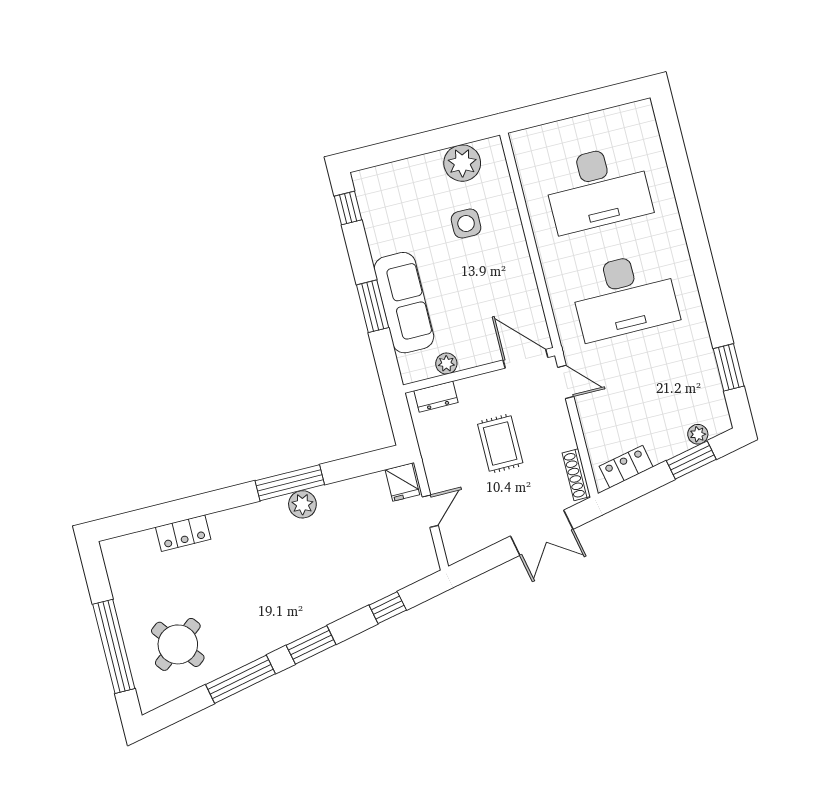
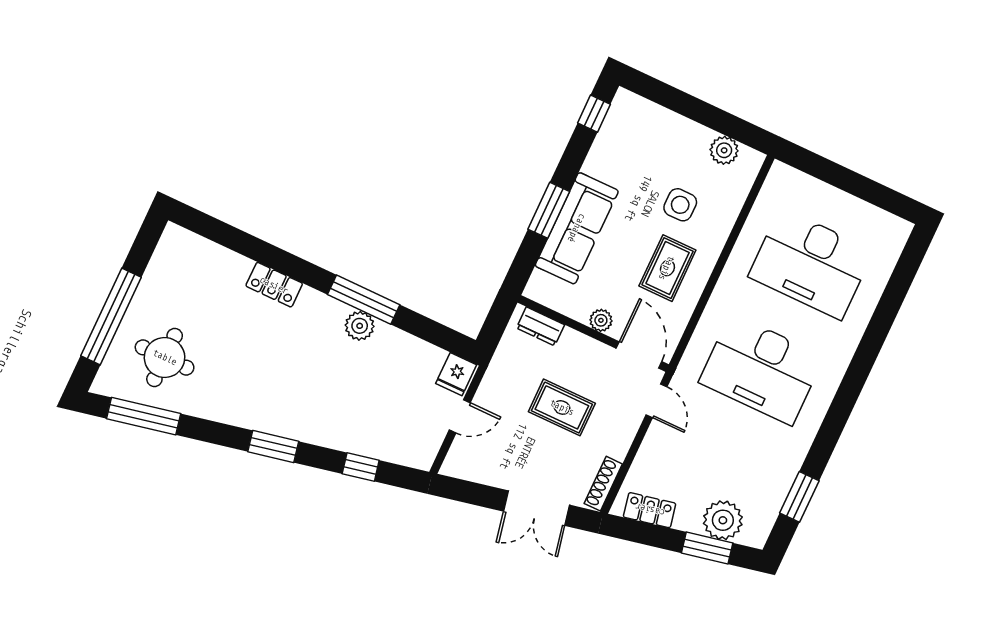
plant: (462, 163) -> (724, 150), width x0.73, depth x0.73
rug: (495, 278) -> (667, 268), added
plant: (446, 364) -> (601, 320), moved
plant: (698, 434) -> (723, 520), width x1.88, depth x1.88
rug: (500, 443) -> (562, 407), turned 90
locker: (183, 533) -> (274, 285), moved
round table: (178, 644) -> (165, 357), turned 38
window: (240, 679) -> (144, 416), moved

